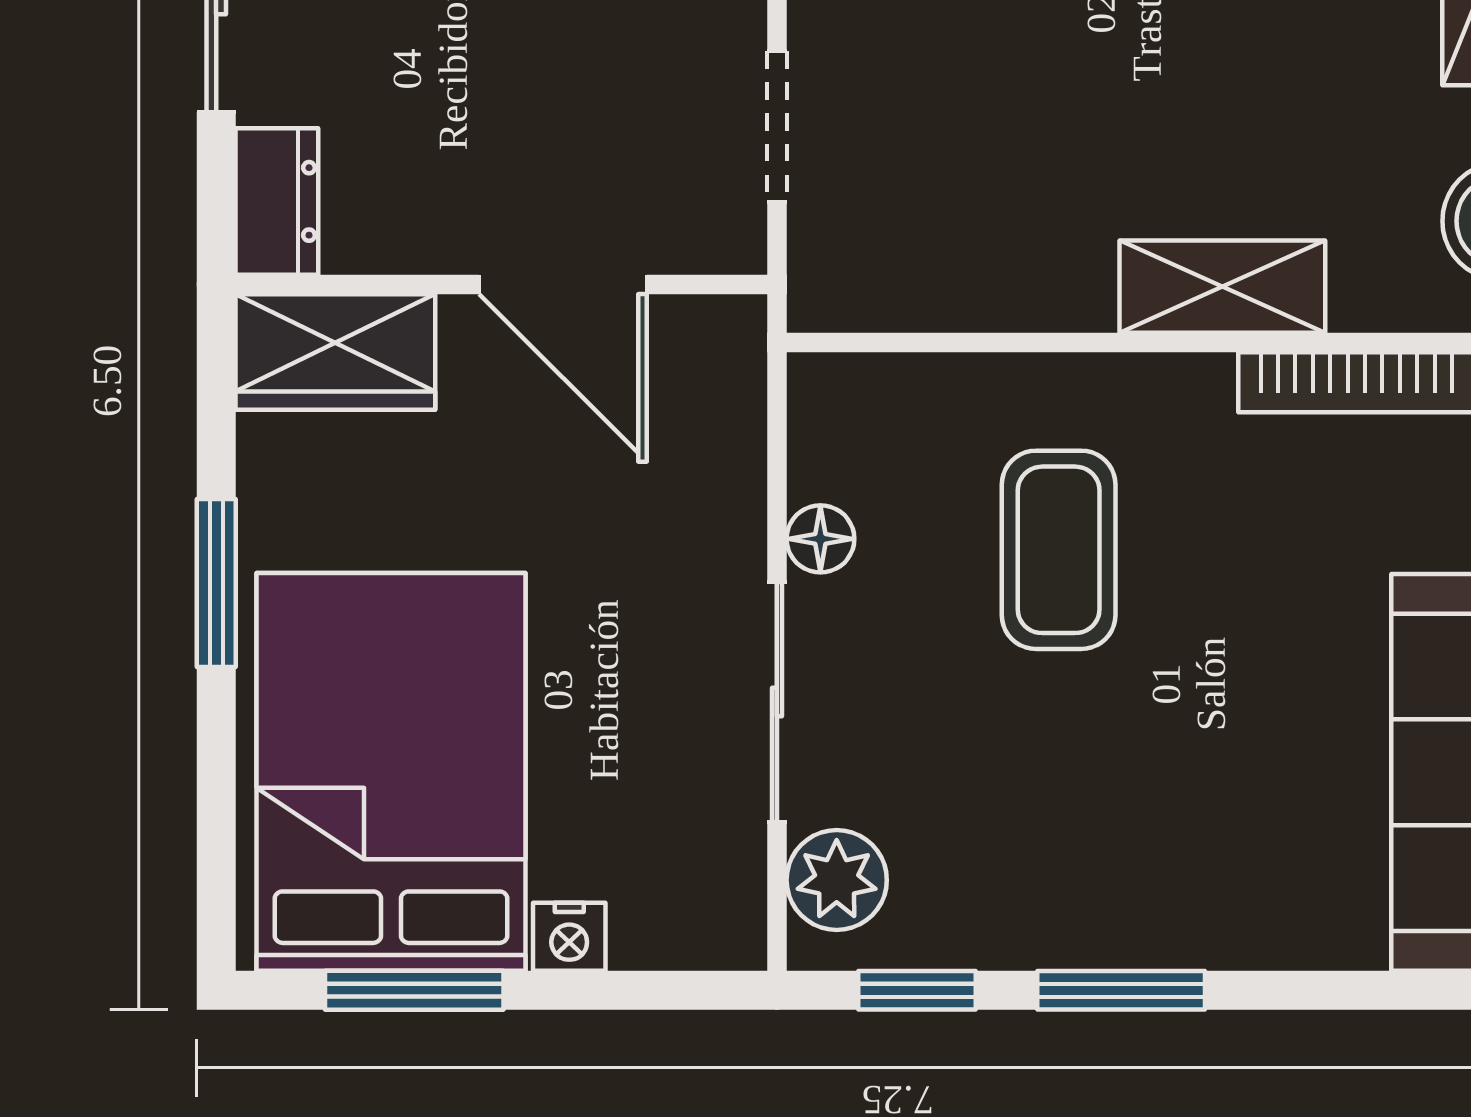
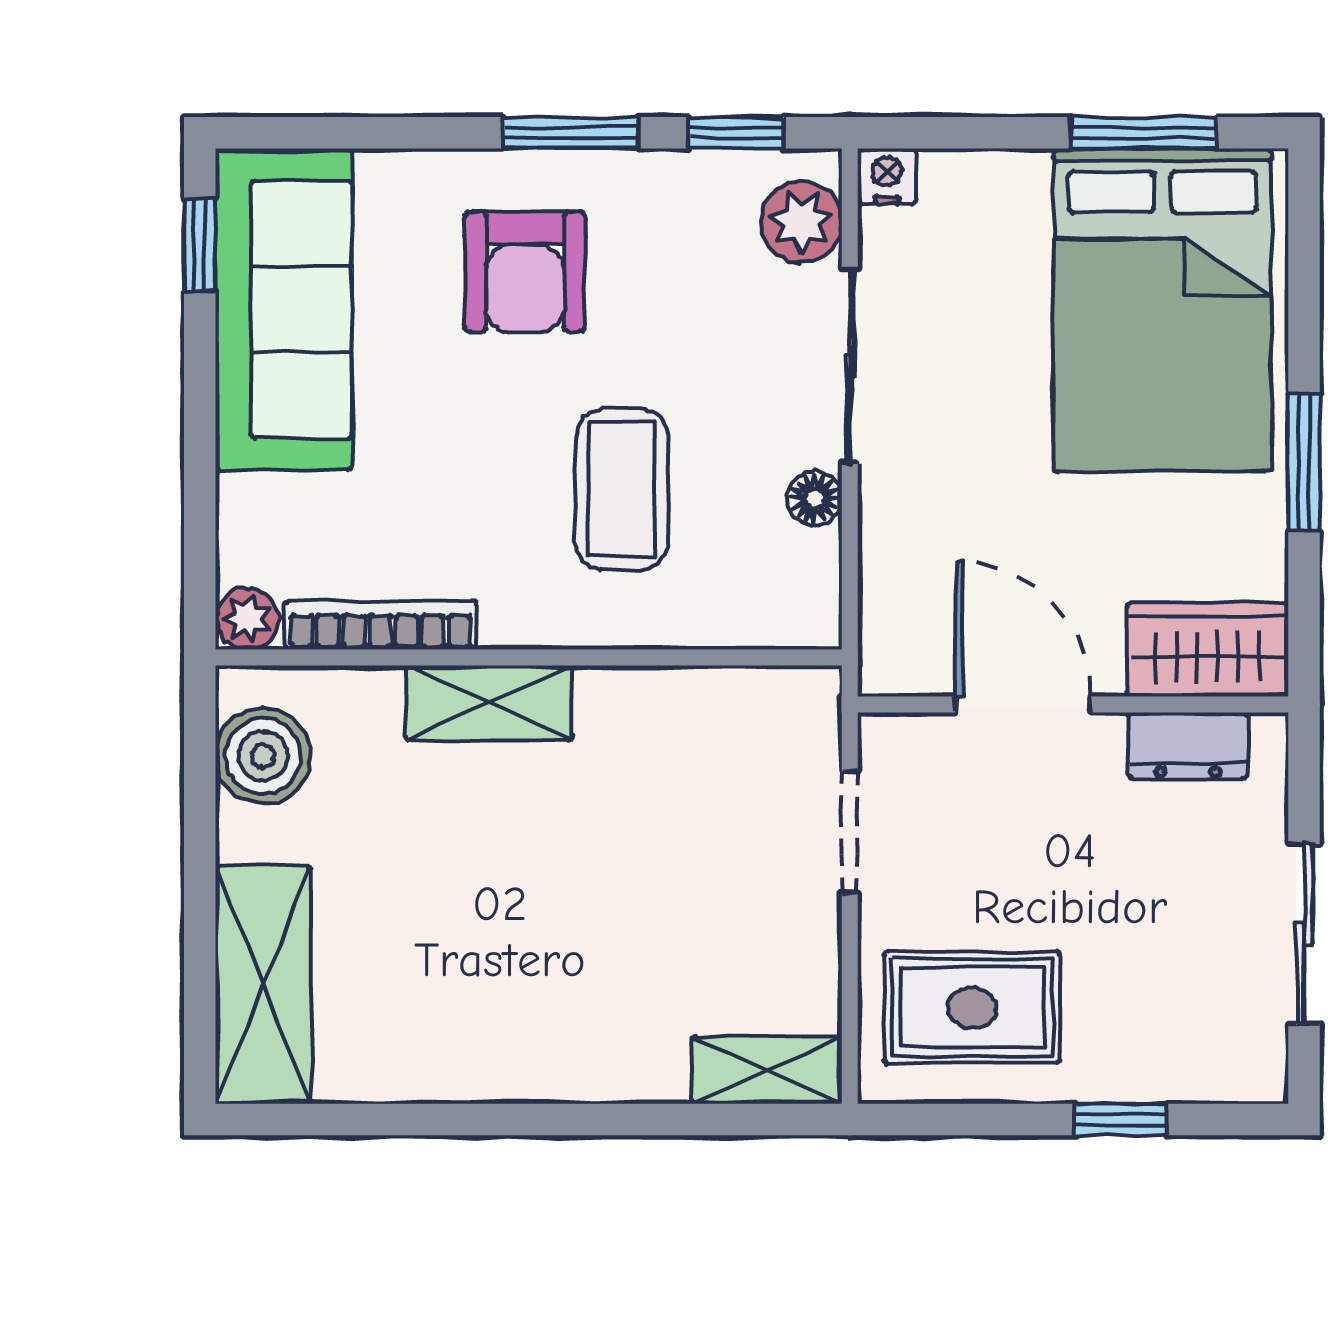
dresser: (277, 201) -> (1188, 746), moved, turned -90
armchair: (1178, 819) -> (525, 272), added
nightstand: (569, 937) -> (887, 176), moved

